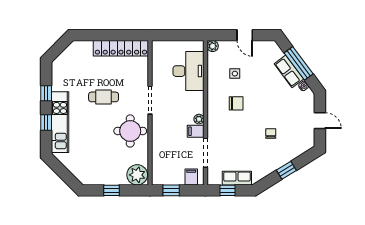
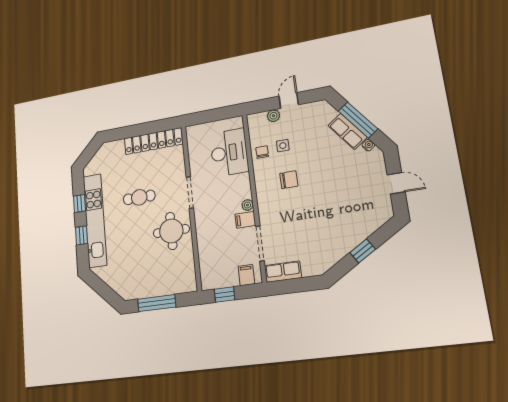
door: (245, 35) -> (289, 100), swing flipped
plant: (213, 46) -> (273, 116), moved
kitchen unit: (60, 122) -> (95, 220), width x1.36
chair: (271, 133) -> (262, 152), moved
plant: (137, 175) -> (184, 281), removed
row of seats: (237, 178) -> (283, 272), moved
window: (111, 190) -> (157, 303), width x2.17
window: (227, 190) -> (292, 286), removed

